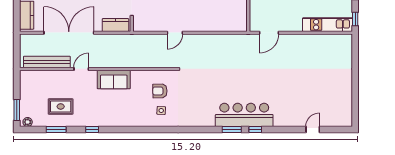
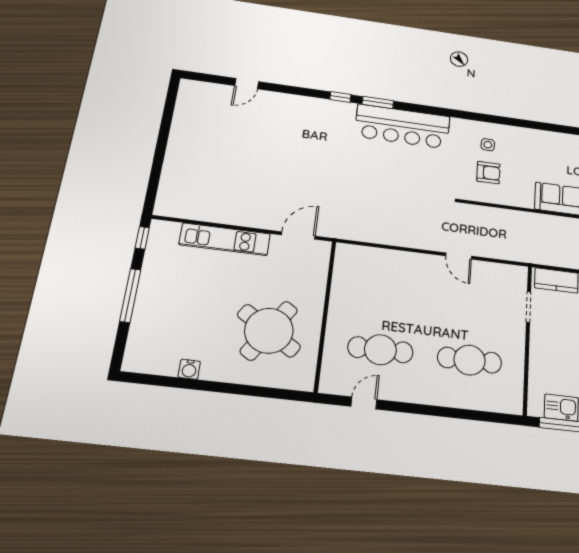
kitchen unit: (328, 25) -> (225, 239), moved
door: (175, 33) -> (459, 256), swing flipped
bar counter: (244, 115) -> (403, 126), moved

